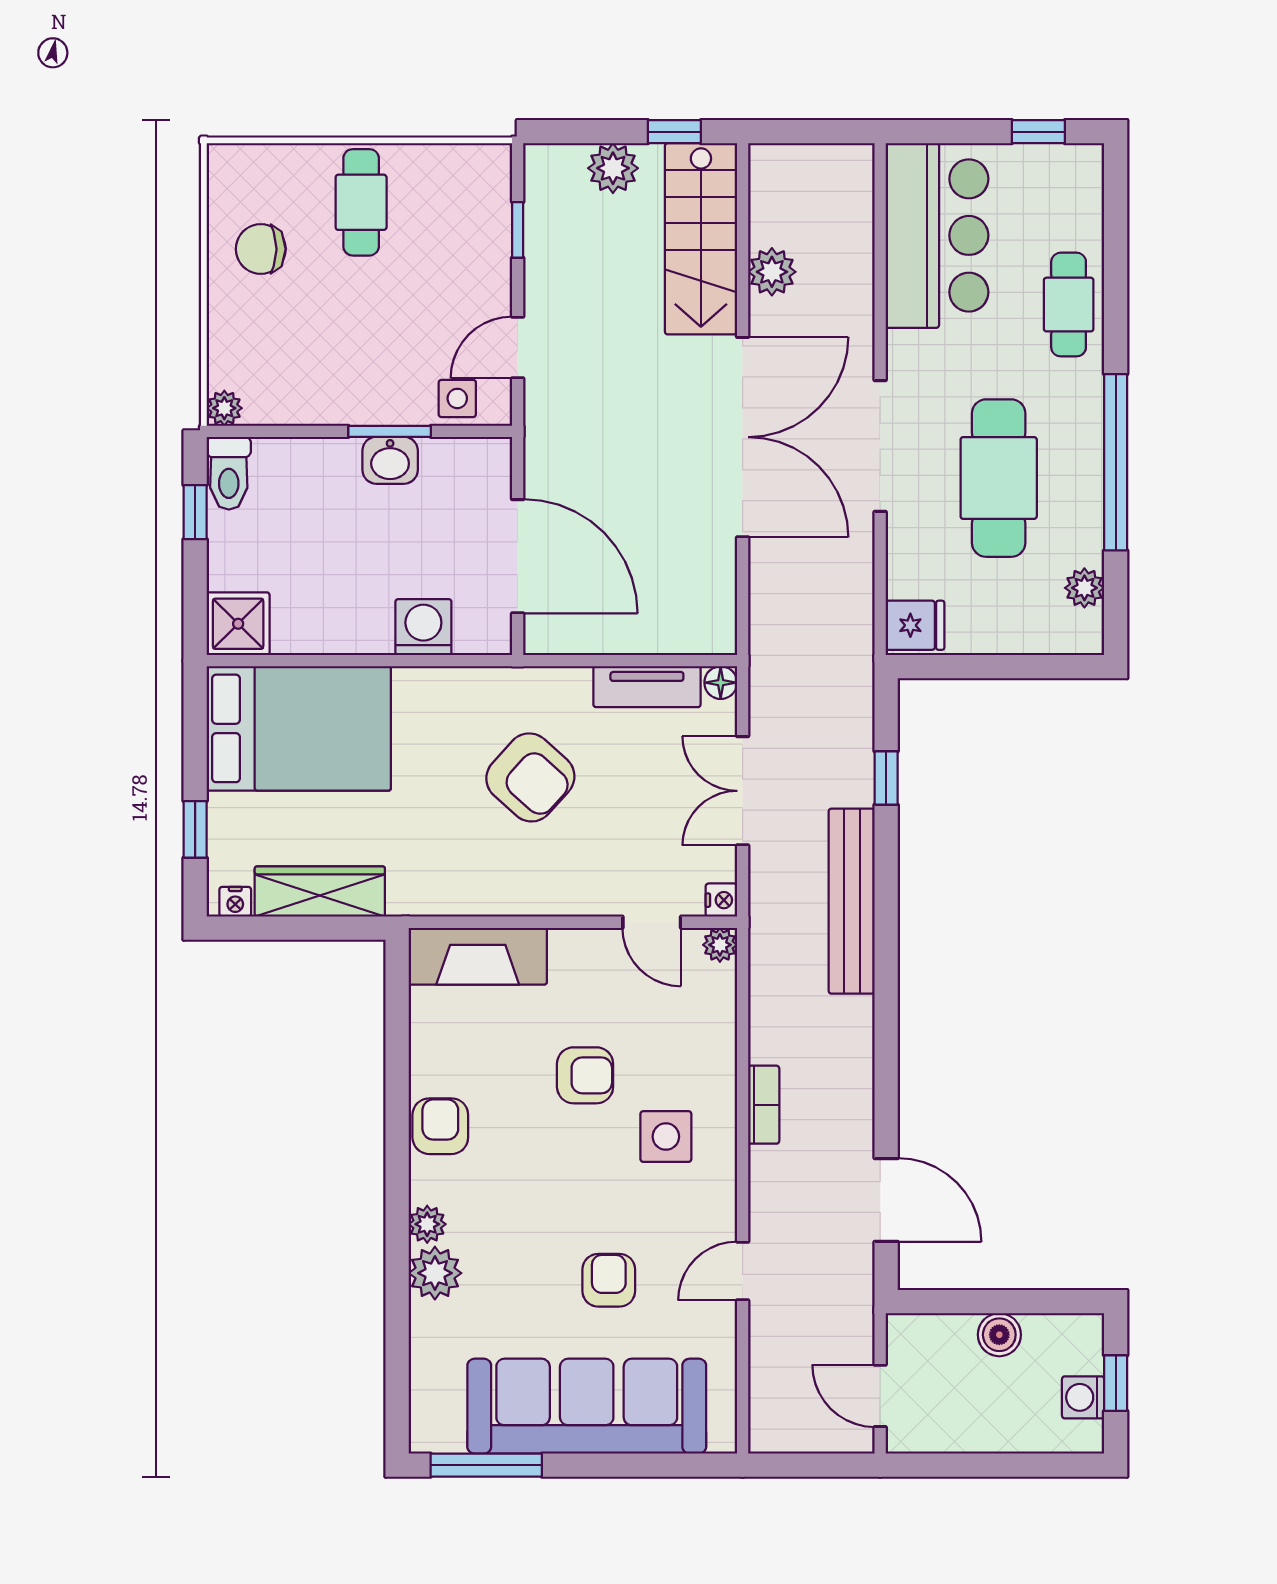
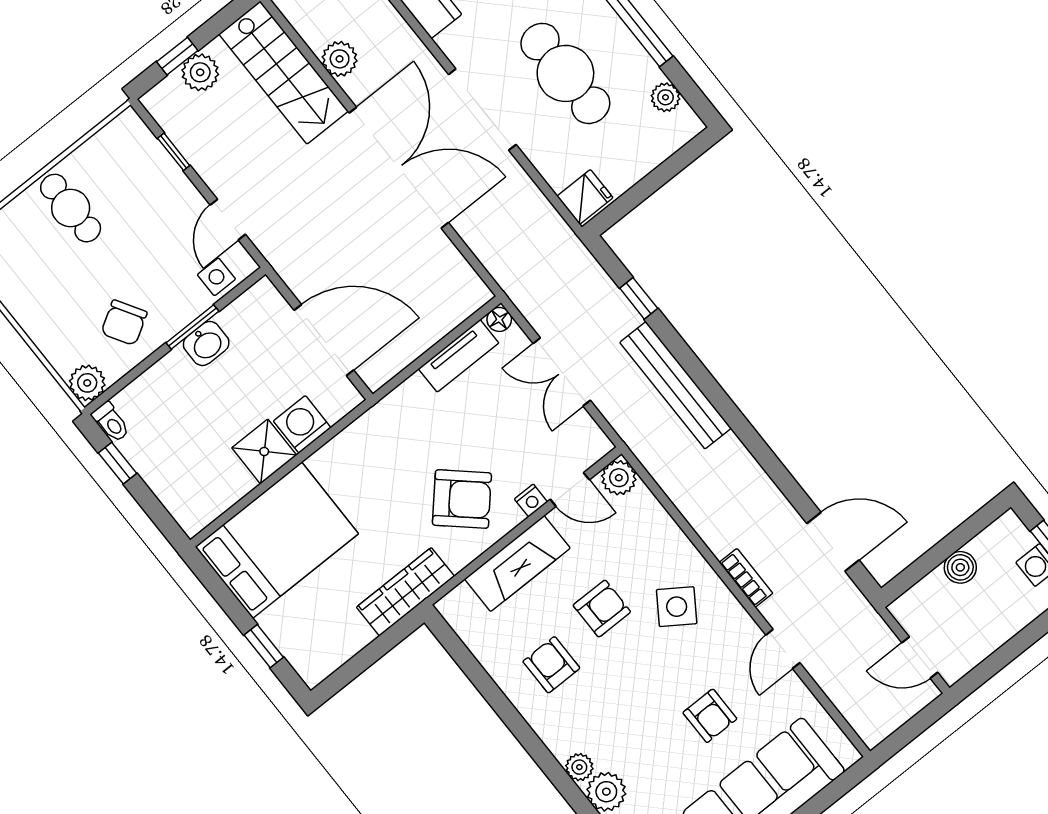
window: (674, 132) -> (177, 56), moved
chair: (261, 249) -> (124, 323), moved, turned -31
plant: (224, 408) -> (87, 383), width x1.38, depth x1.38
toilet: (229, 473) -> (111, 422), width x0.73, depth x0.72
shower: (238, 624) -> (264, 452), moved
armchair: (530, 777) -> (462, 499), moved
wardrobe: (320, 892) -> (405, 592), moved
nightstand: (721, 900) -> (531, 500), moved, turned 90
nightstand: (235, 902) -> (320, 670), removed
plant: (720, 945) -> (619, 478), width x1.38, depth x1.38
fireplace: (478, 956) -> (517, 563), moved
bookcase: (764, 1105) -> (746, 578), moved
armchair: (440, 1126) -> (551, 665), moved
side table: (666, 1137) -> (677, 607), turned 34
armchair: (609, 1280) -> (710, 716), turned 180

